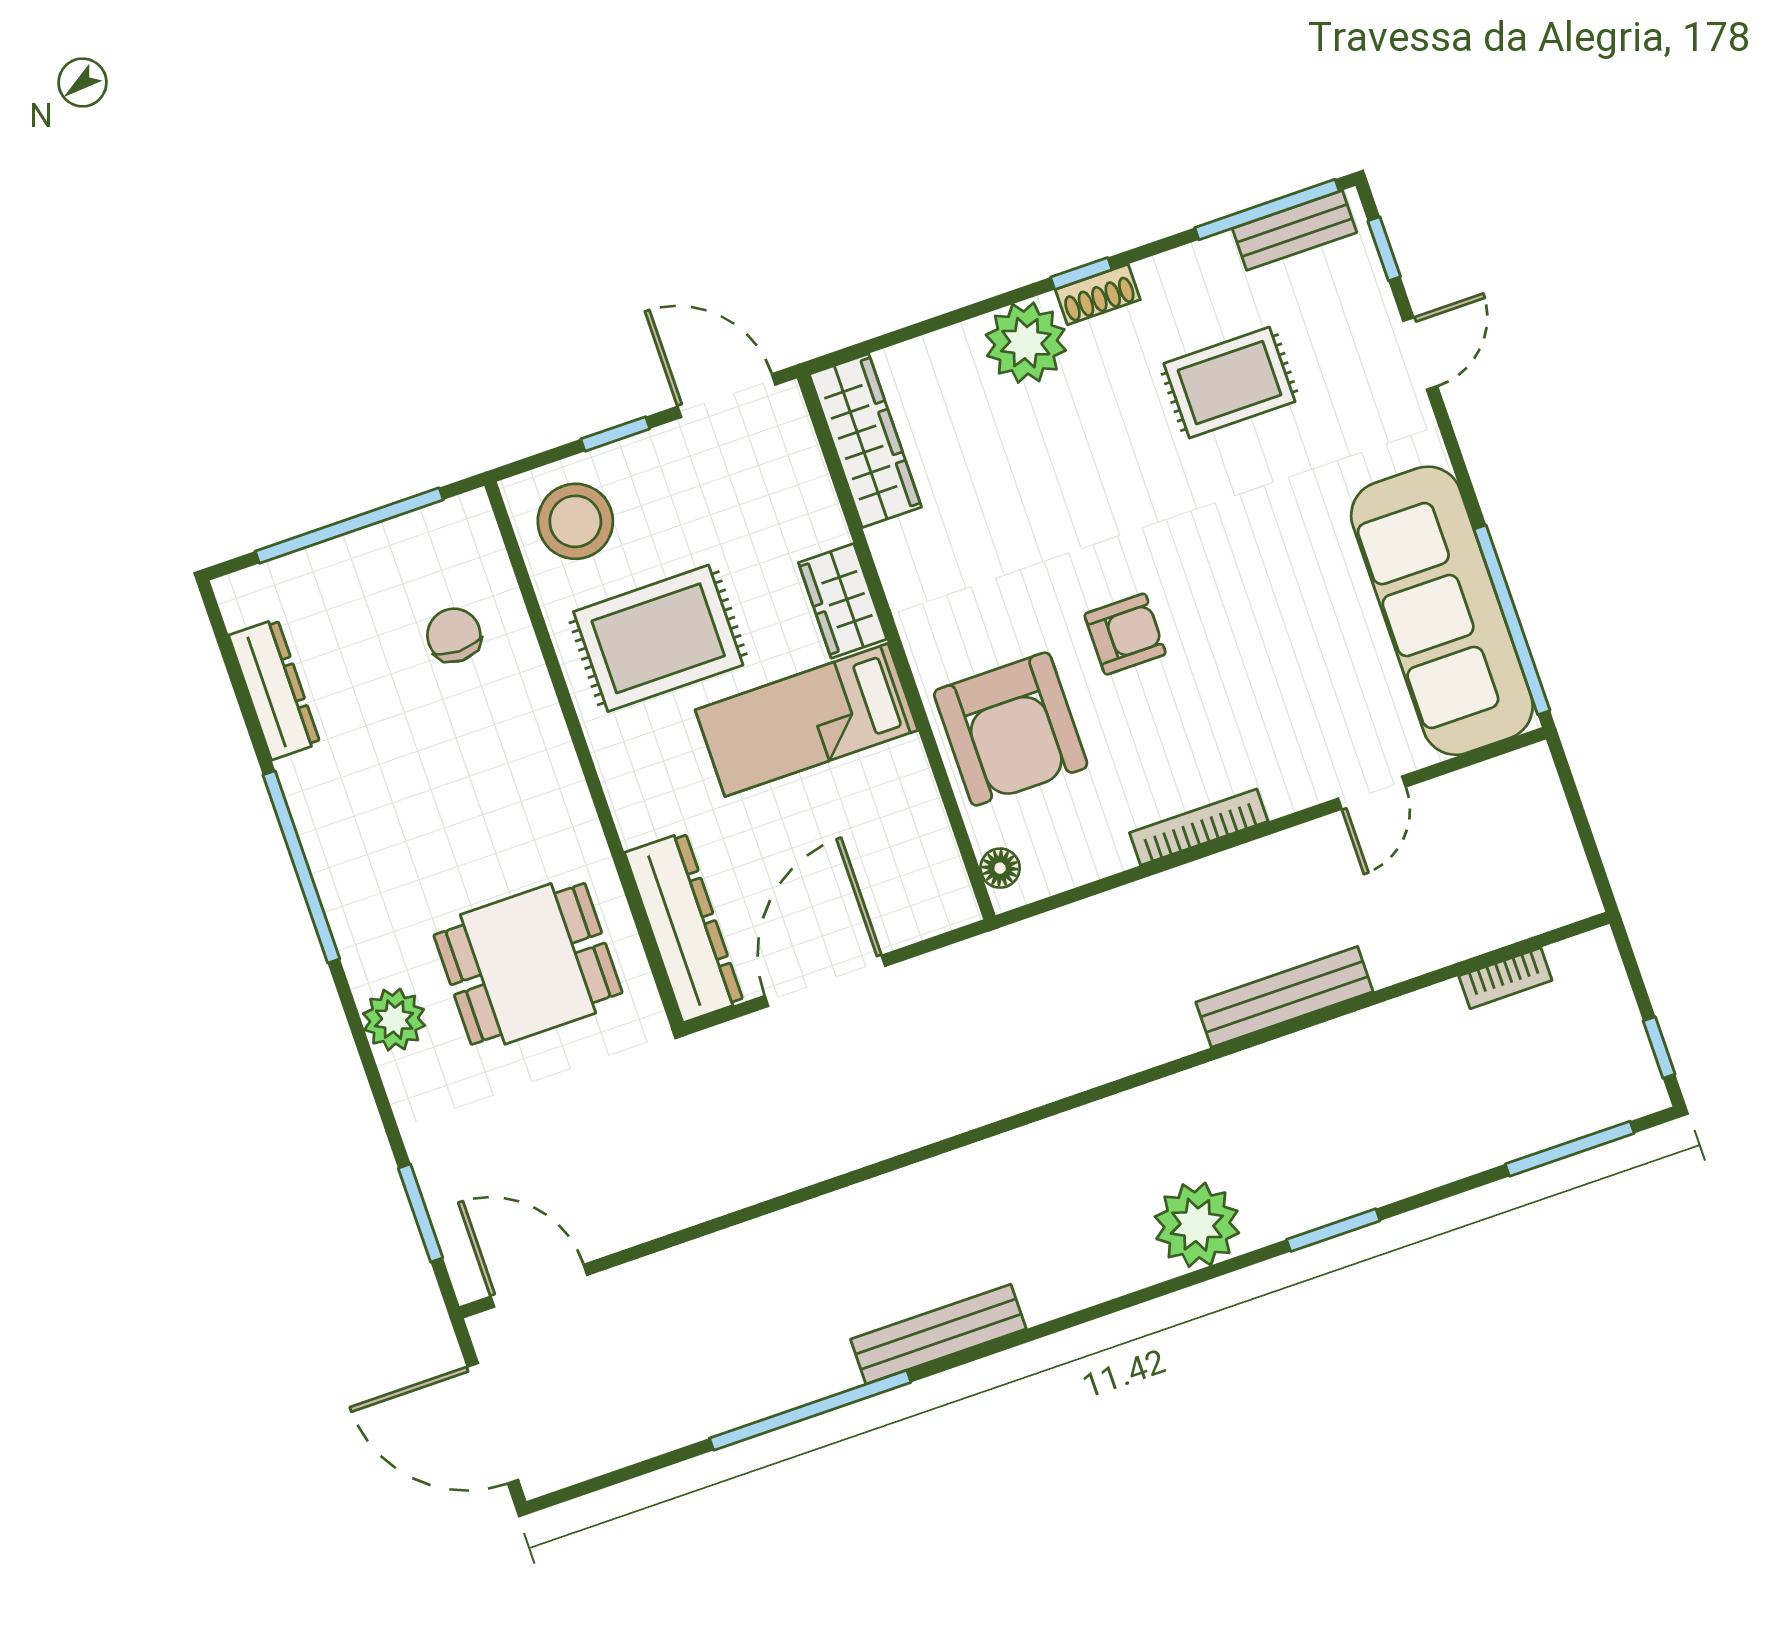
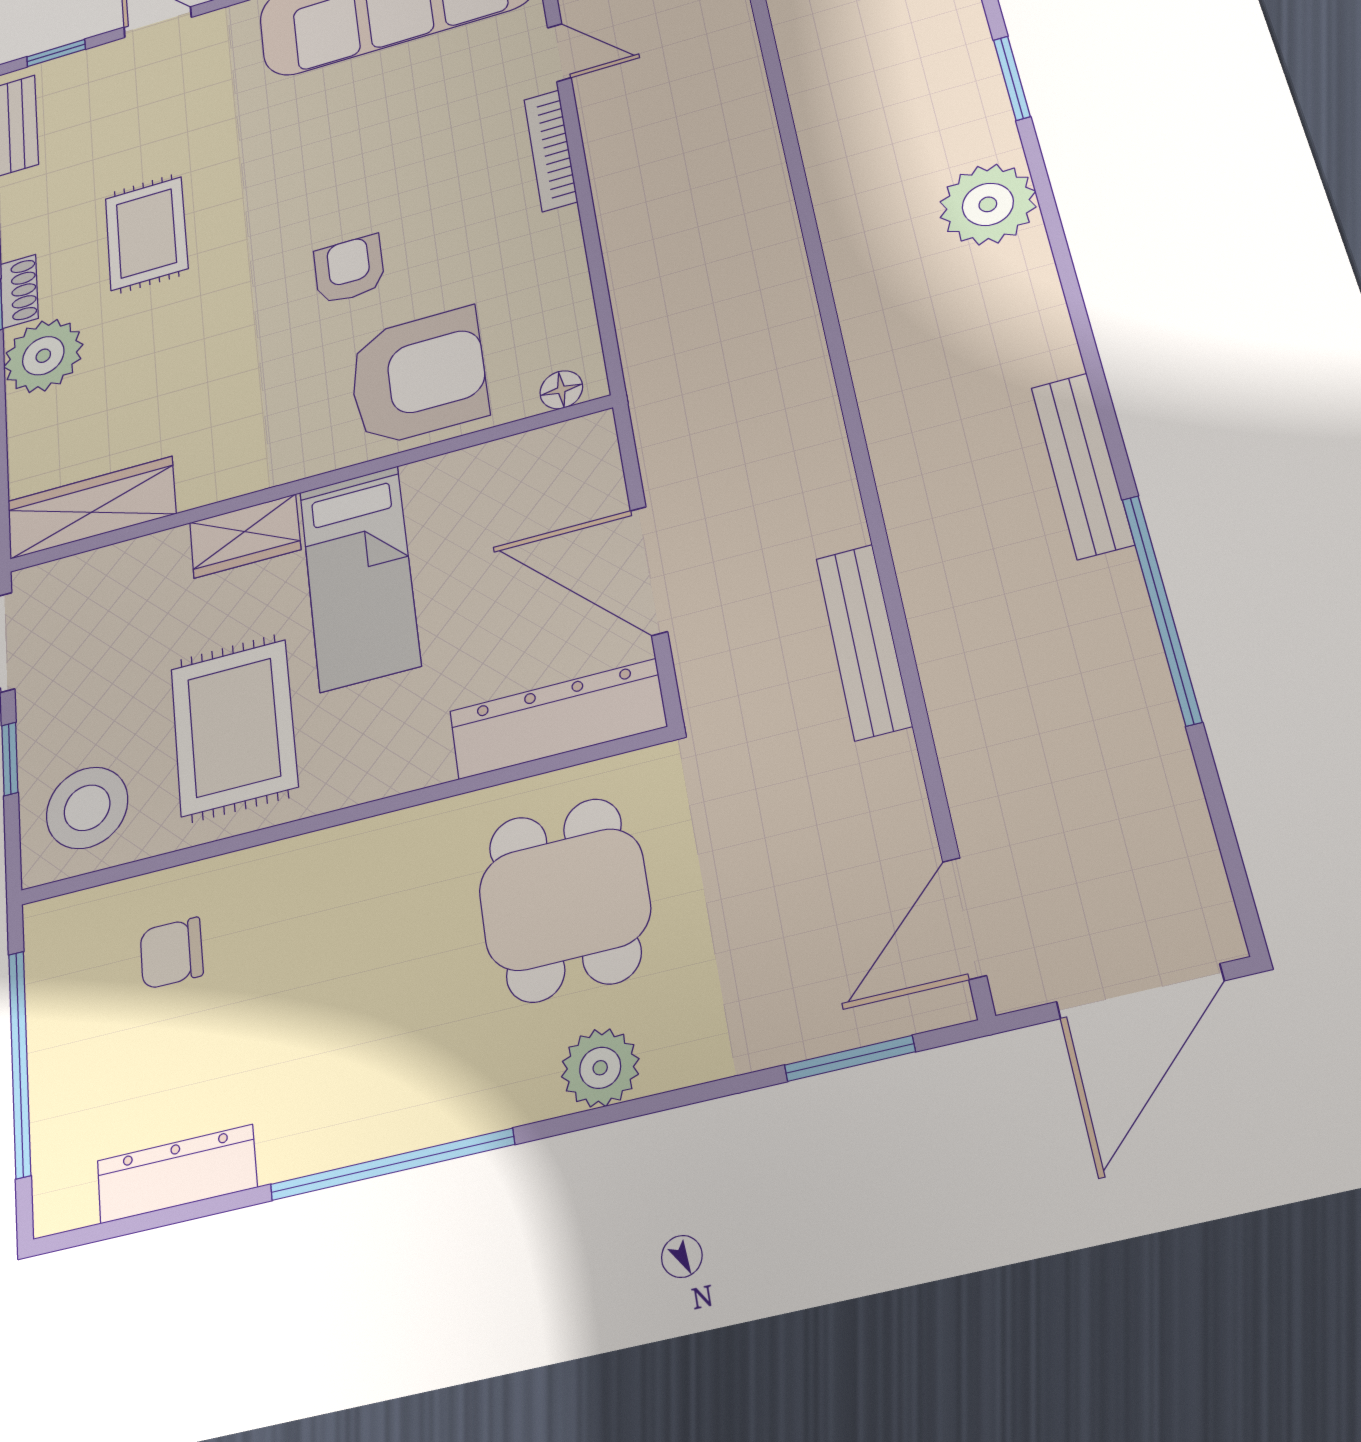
rug: (1229, 383) -> (146, 233), moved
bookcase: (1199, 827) -> (551, 150), moved
bench: (1284, 997) -> (864, 641), moved

